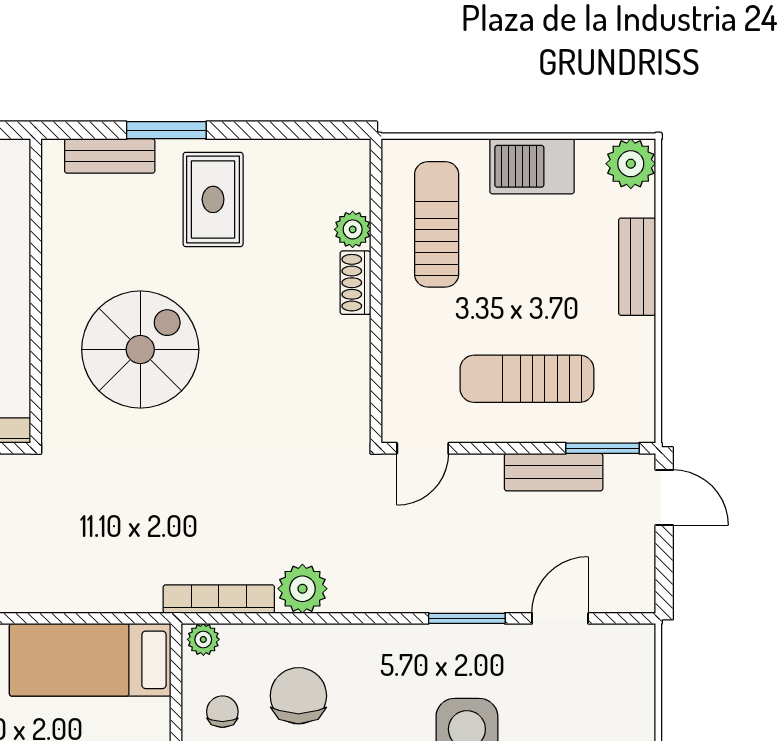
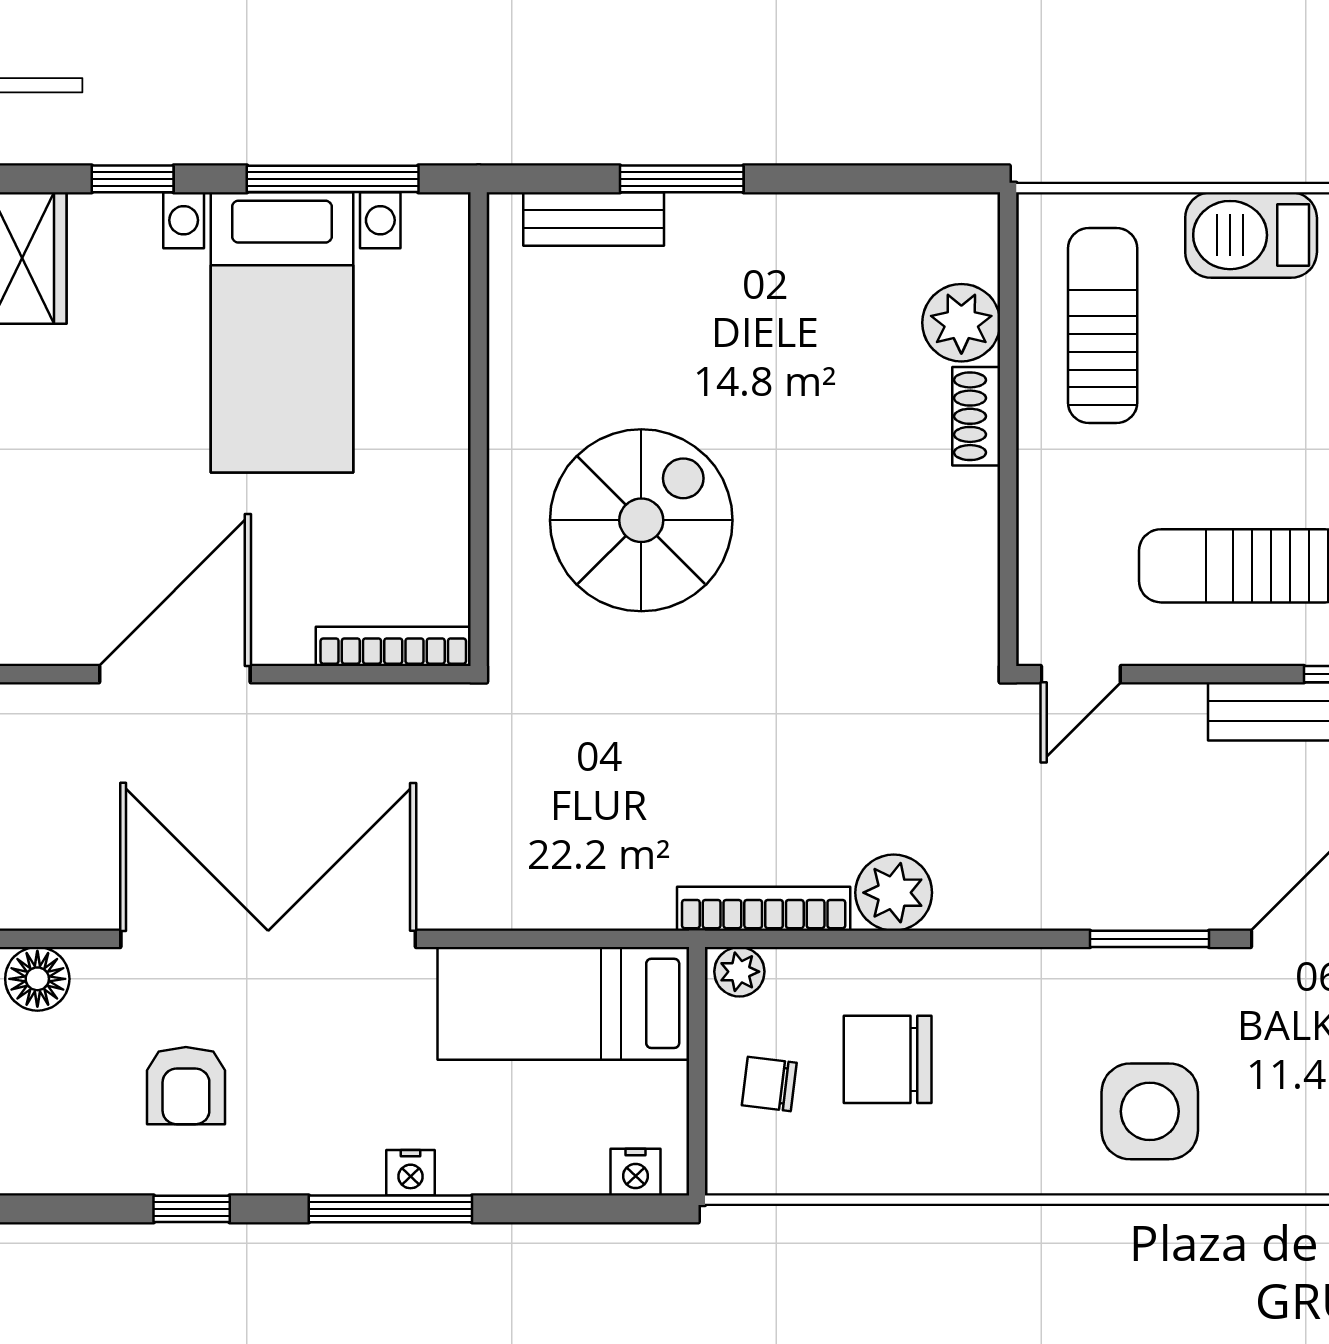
rug: (213, 199) -> (755, 287), removed
plant: (353, 229) -> (961, 323), width x1.38, depth x1.38
chair: (298, 696) -> (888, 1059), turned -90
chair: (222, 712) -> (769, 1084), turned -83

